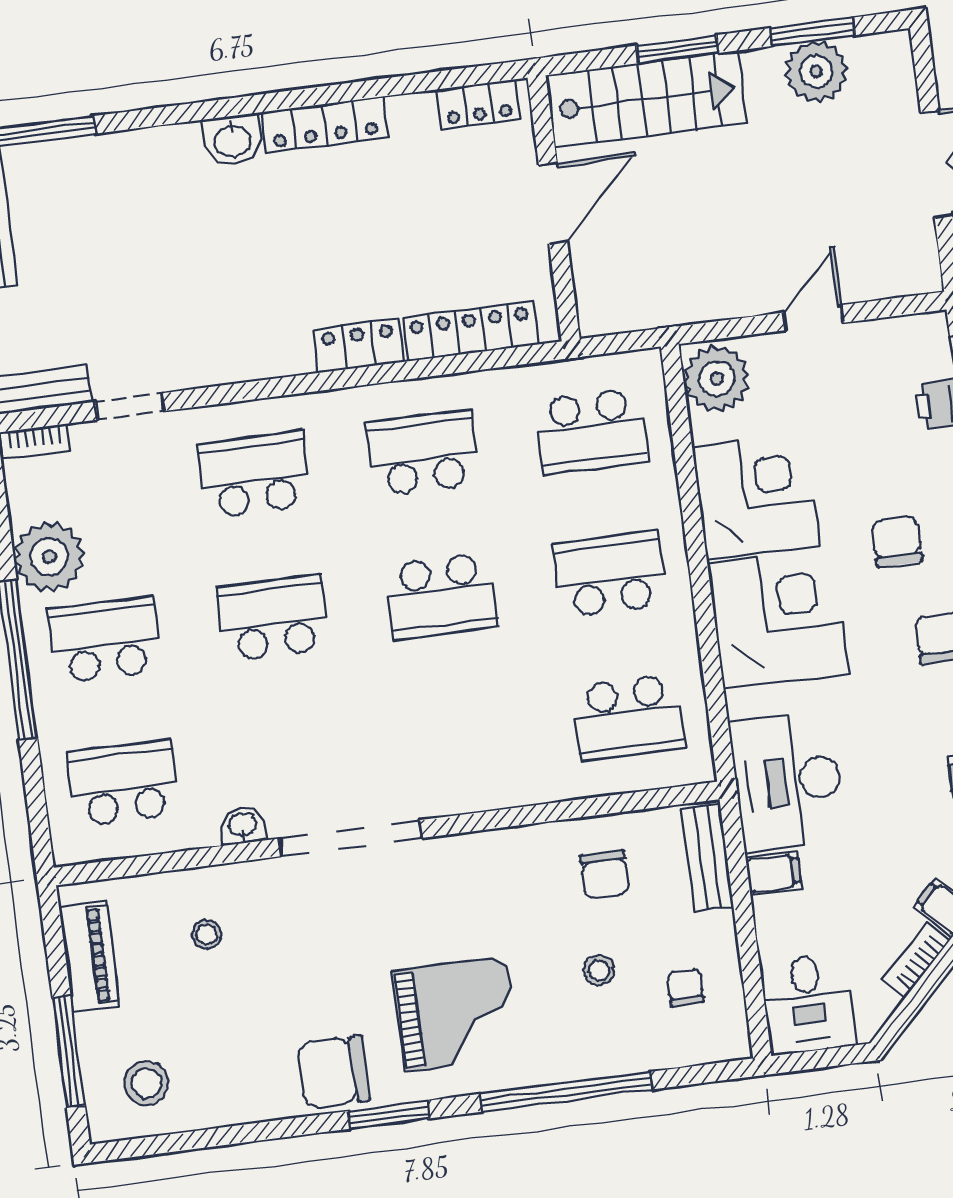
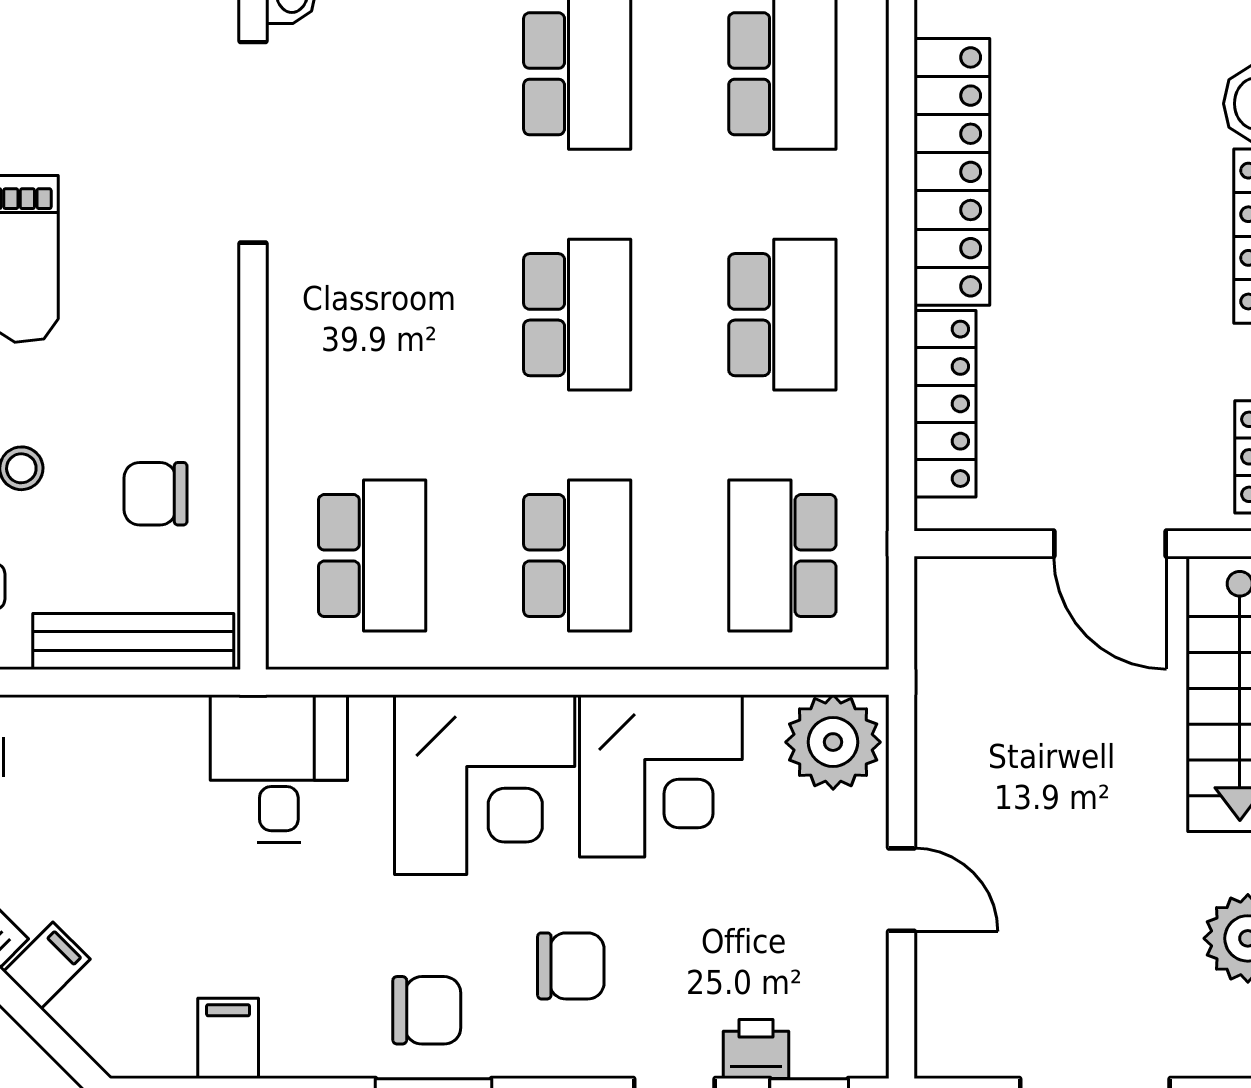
locker: (358, 346) -> (952, 172), width x2.16, depth x1.21
school desk: (441, 596) -> (577, 315), turned 180
school desk: (628, 718) -> (372, 556), turned 180
desk: (788, 781) -> (279, 769), width x0.73
bench: (707, 858) -> (133, 641), width x1.36
filing cabinet: (774, 873) -> (126, 732), removed

